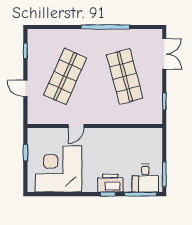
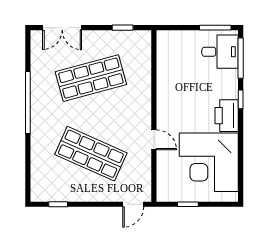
double door: (164, 54) -> (62, 28), swing flipped
door: (25, 88) -> (133, 204), moved
printer: (110, 183) -> (227, 116), moved

